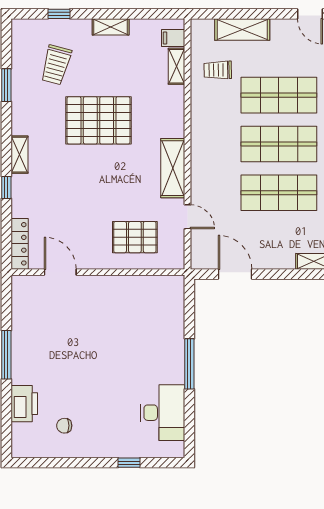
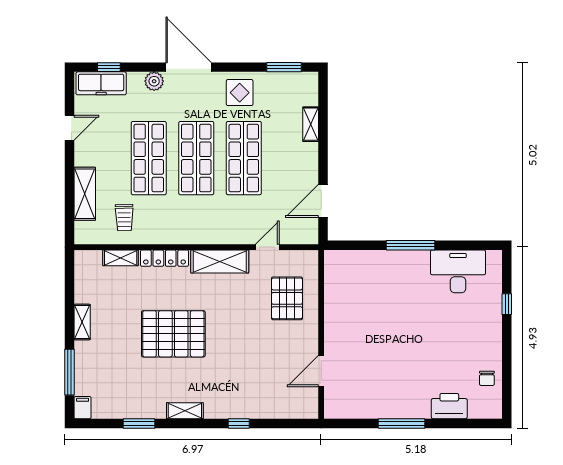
window: (59, 14) -> (70, 372), width x2.17
filing cabinet: (173, 38) -> (83, 408), moved, turned 180
trolley: (56, 65) -> (119, 375), removed
pallet: (98, 120) -> (173, 334), turned 90
shelving: (20, 155) -> (185, 411), moved
locker: (20, 244) -> (165, 258), moved, turned 180
chair: (64, 426) -> (487, 378), moved

